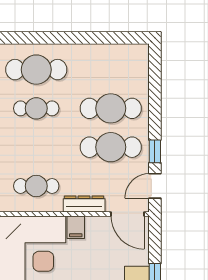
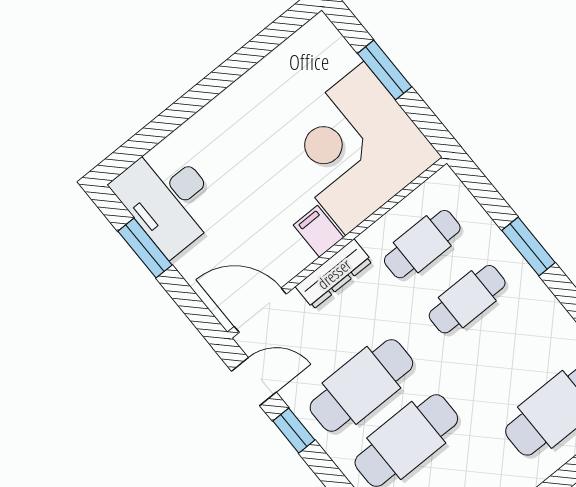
cafe table: (36, 108) -> (467, 299), moved
door: (155, 186) -> (254, 382), hinge flipped

